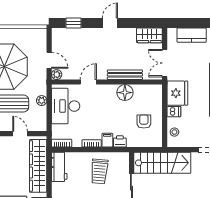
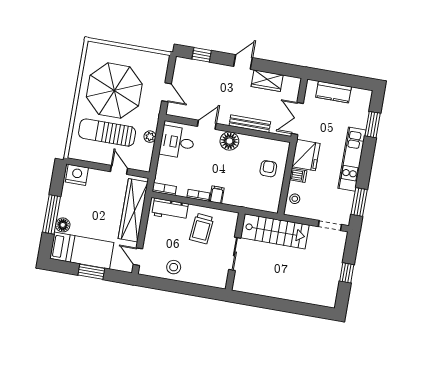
wardrobe: (149, 35) -> (267, 81), moved
plant: (57, 75) -> (172, 110), removed
floor lamp: (125, 93) -> (229, 141), moved
desk: (66, 106) -> (177, 142), width x0.73
armchair: (144, 121) -> (268, 169), moved
printer: (120, 141) -> (231, 199), removed
workbench: (59, 167) -> (170, 209), moved, turned 90

